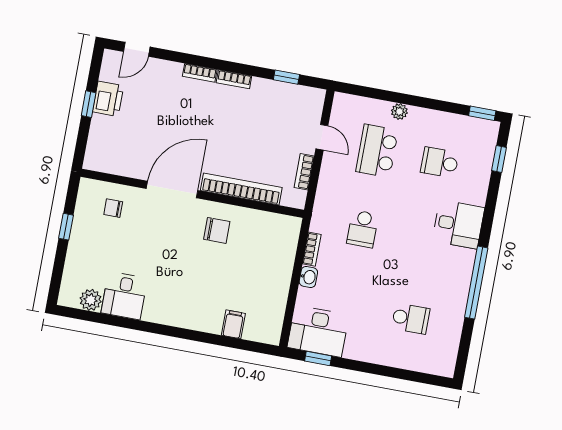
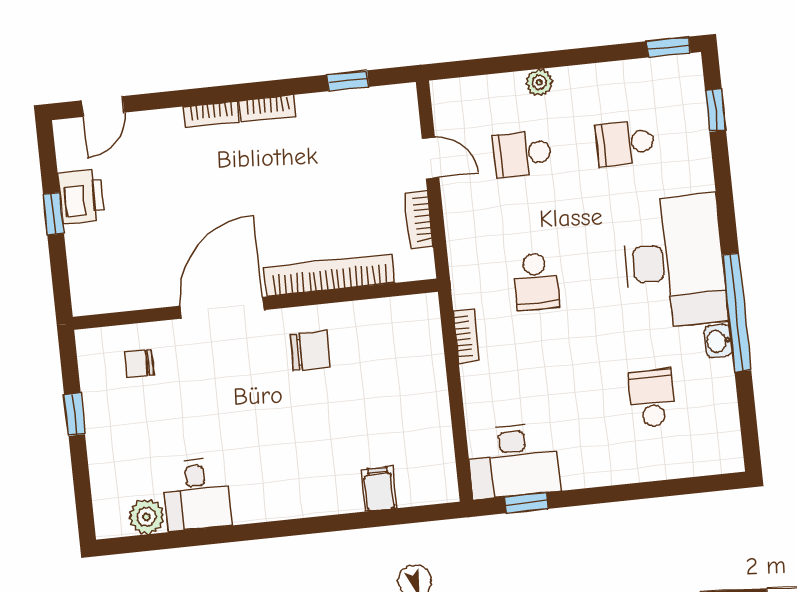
school desk: (377, 151) -> (522, 154), width x0.54
desk: (458, 224) -> (674, 261), width x1.87, depth x1.30
washbasin: (308, 277) -> (718, 341), moved, turned 180
school desk: (411, 319) -> (652, 398), turned -90

